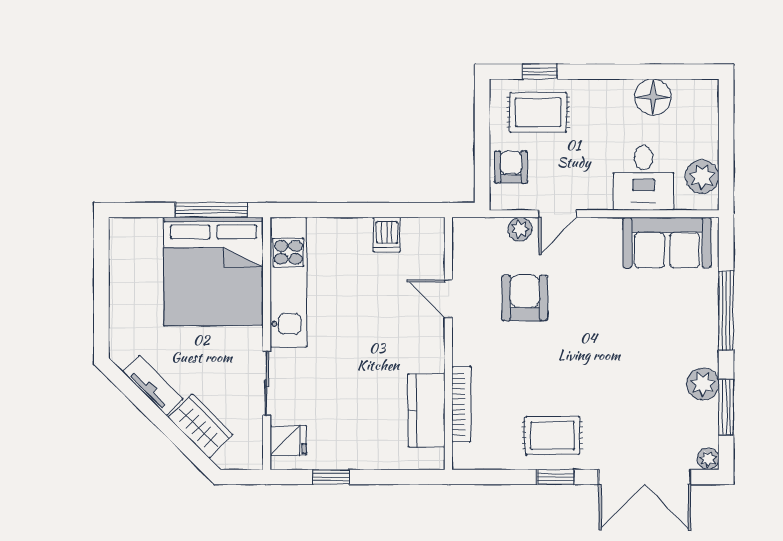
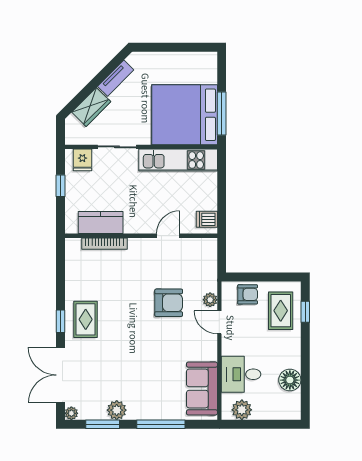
door: (448, 299) -> (168, 236), moved
wall: (448, 344) -> (141, 236), moved
bookcase: (461, 404) -> (104, 244), moved
kitchen counter: (427, 410) -> (101, 222), moved

